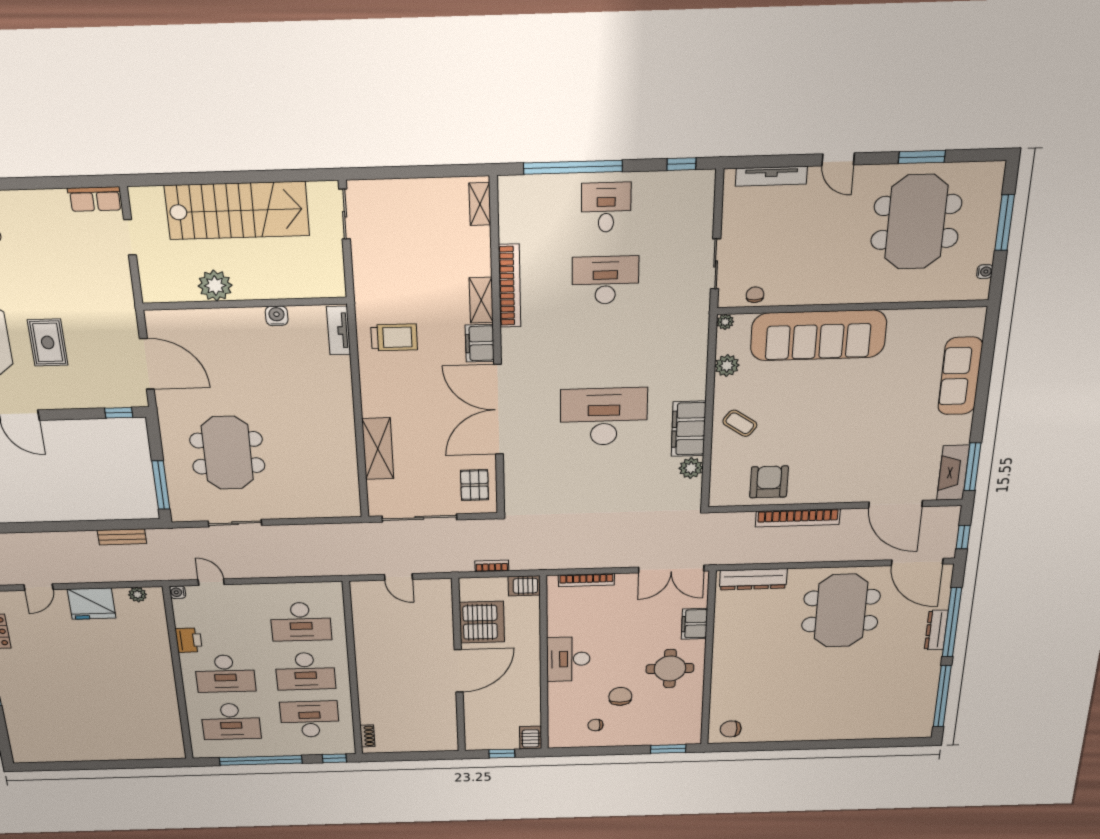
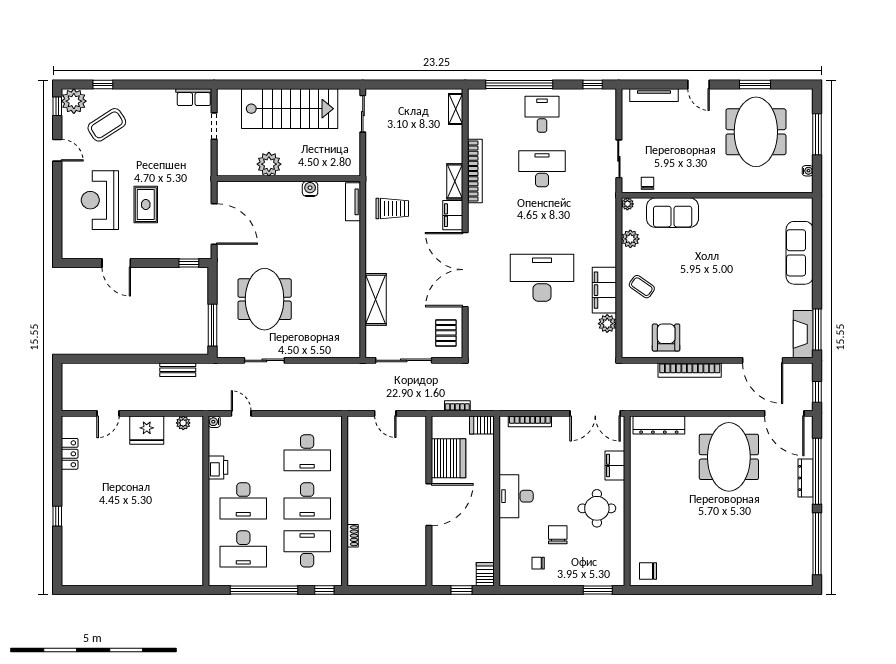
sofa: (818, 335) -> (673, 213), width x0.54, depth x0.79
shoe rack: (367, 736) -> (353, 536), moved

